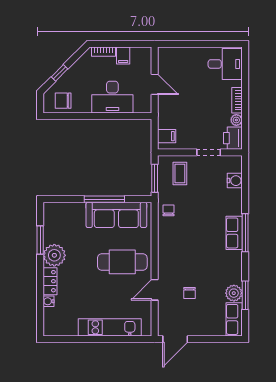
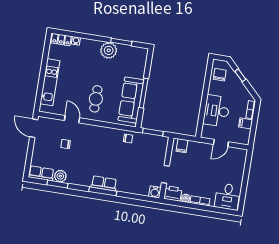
coffee table: (180, 173) -> (153, 151), removed
water cooler: (235, 181) -> (155, 192), moved
cafe table: (122, 262) -> (96, 99), width x0.73, depth x0.74
locker: (50, 281) -> (61, 40), moved

